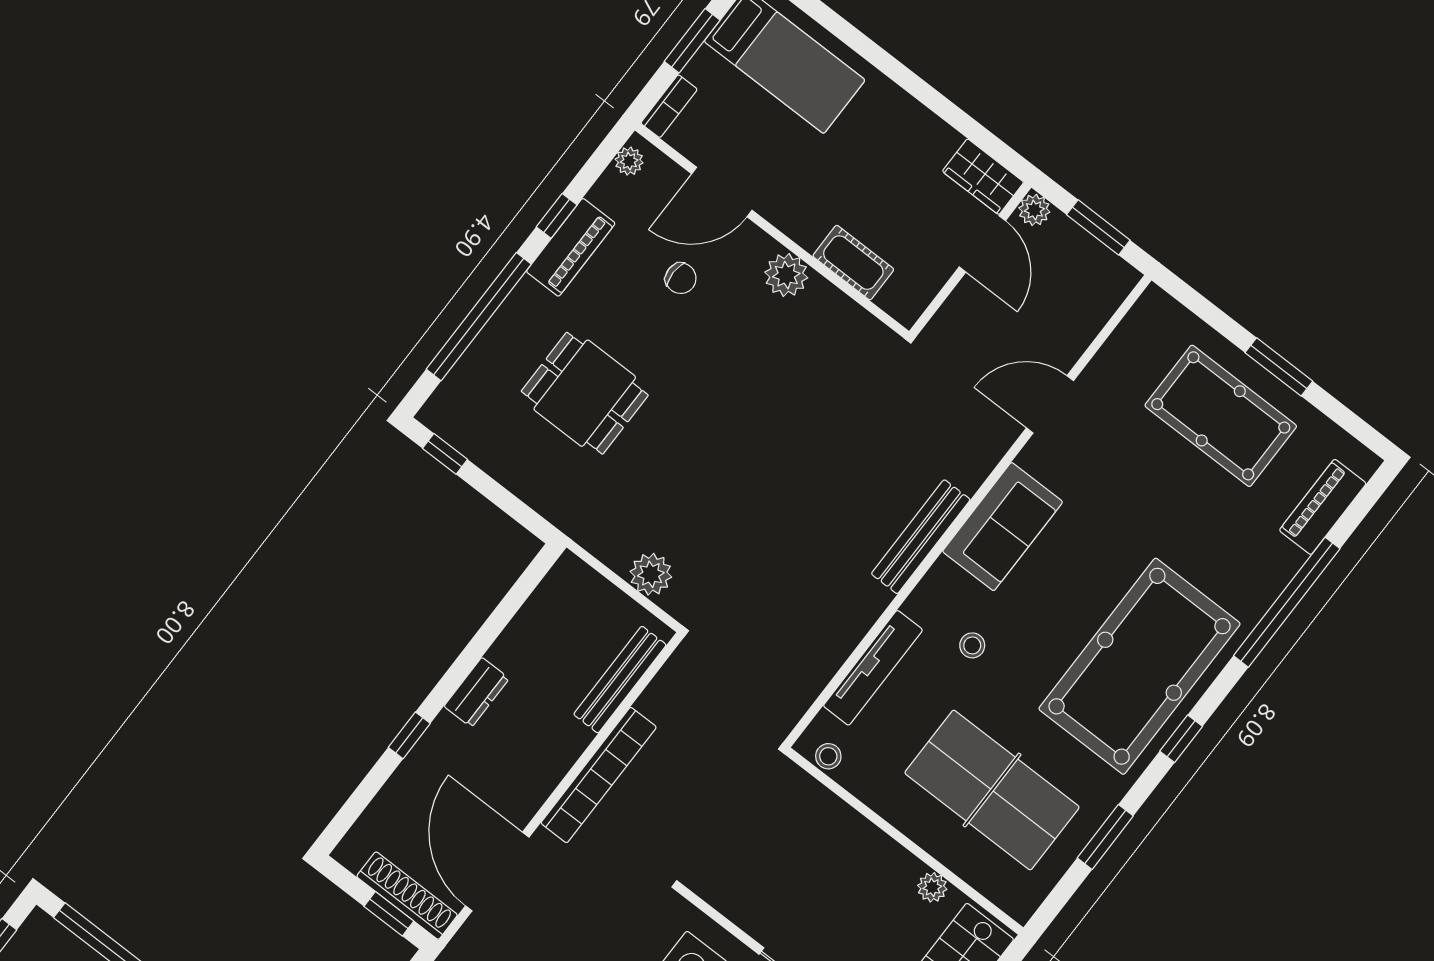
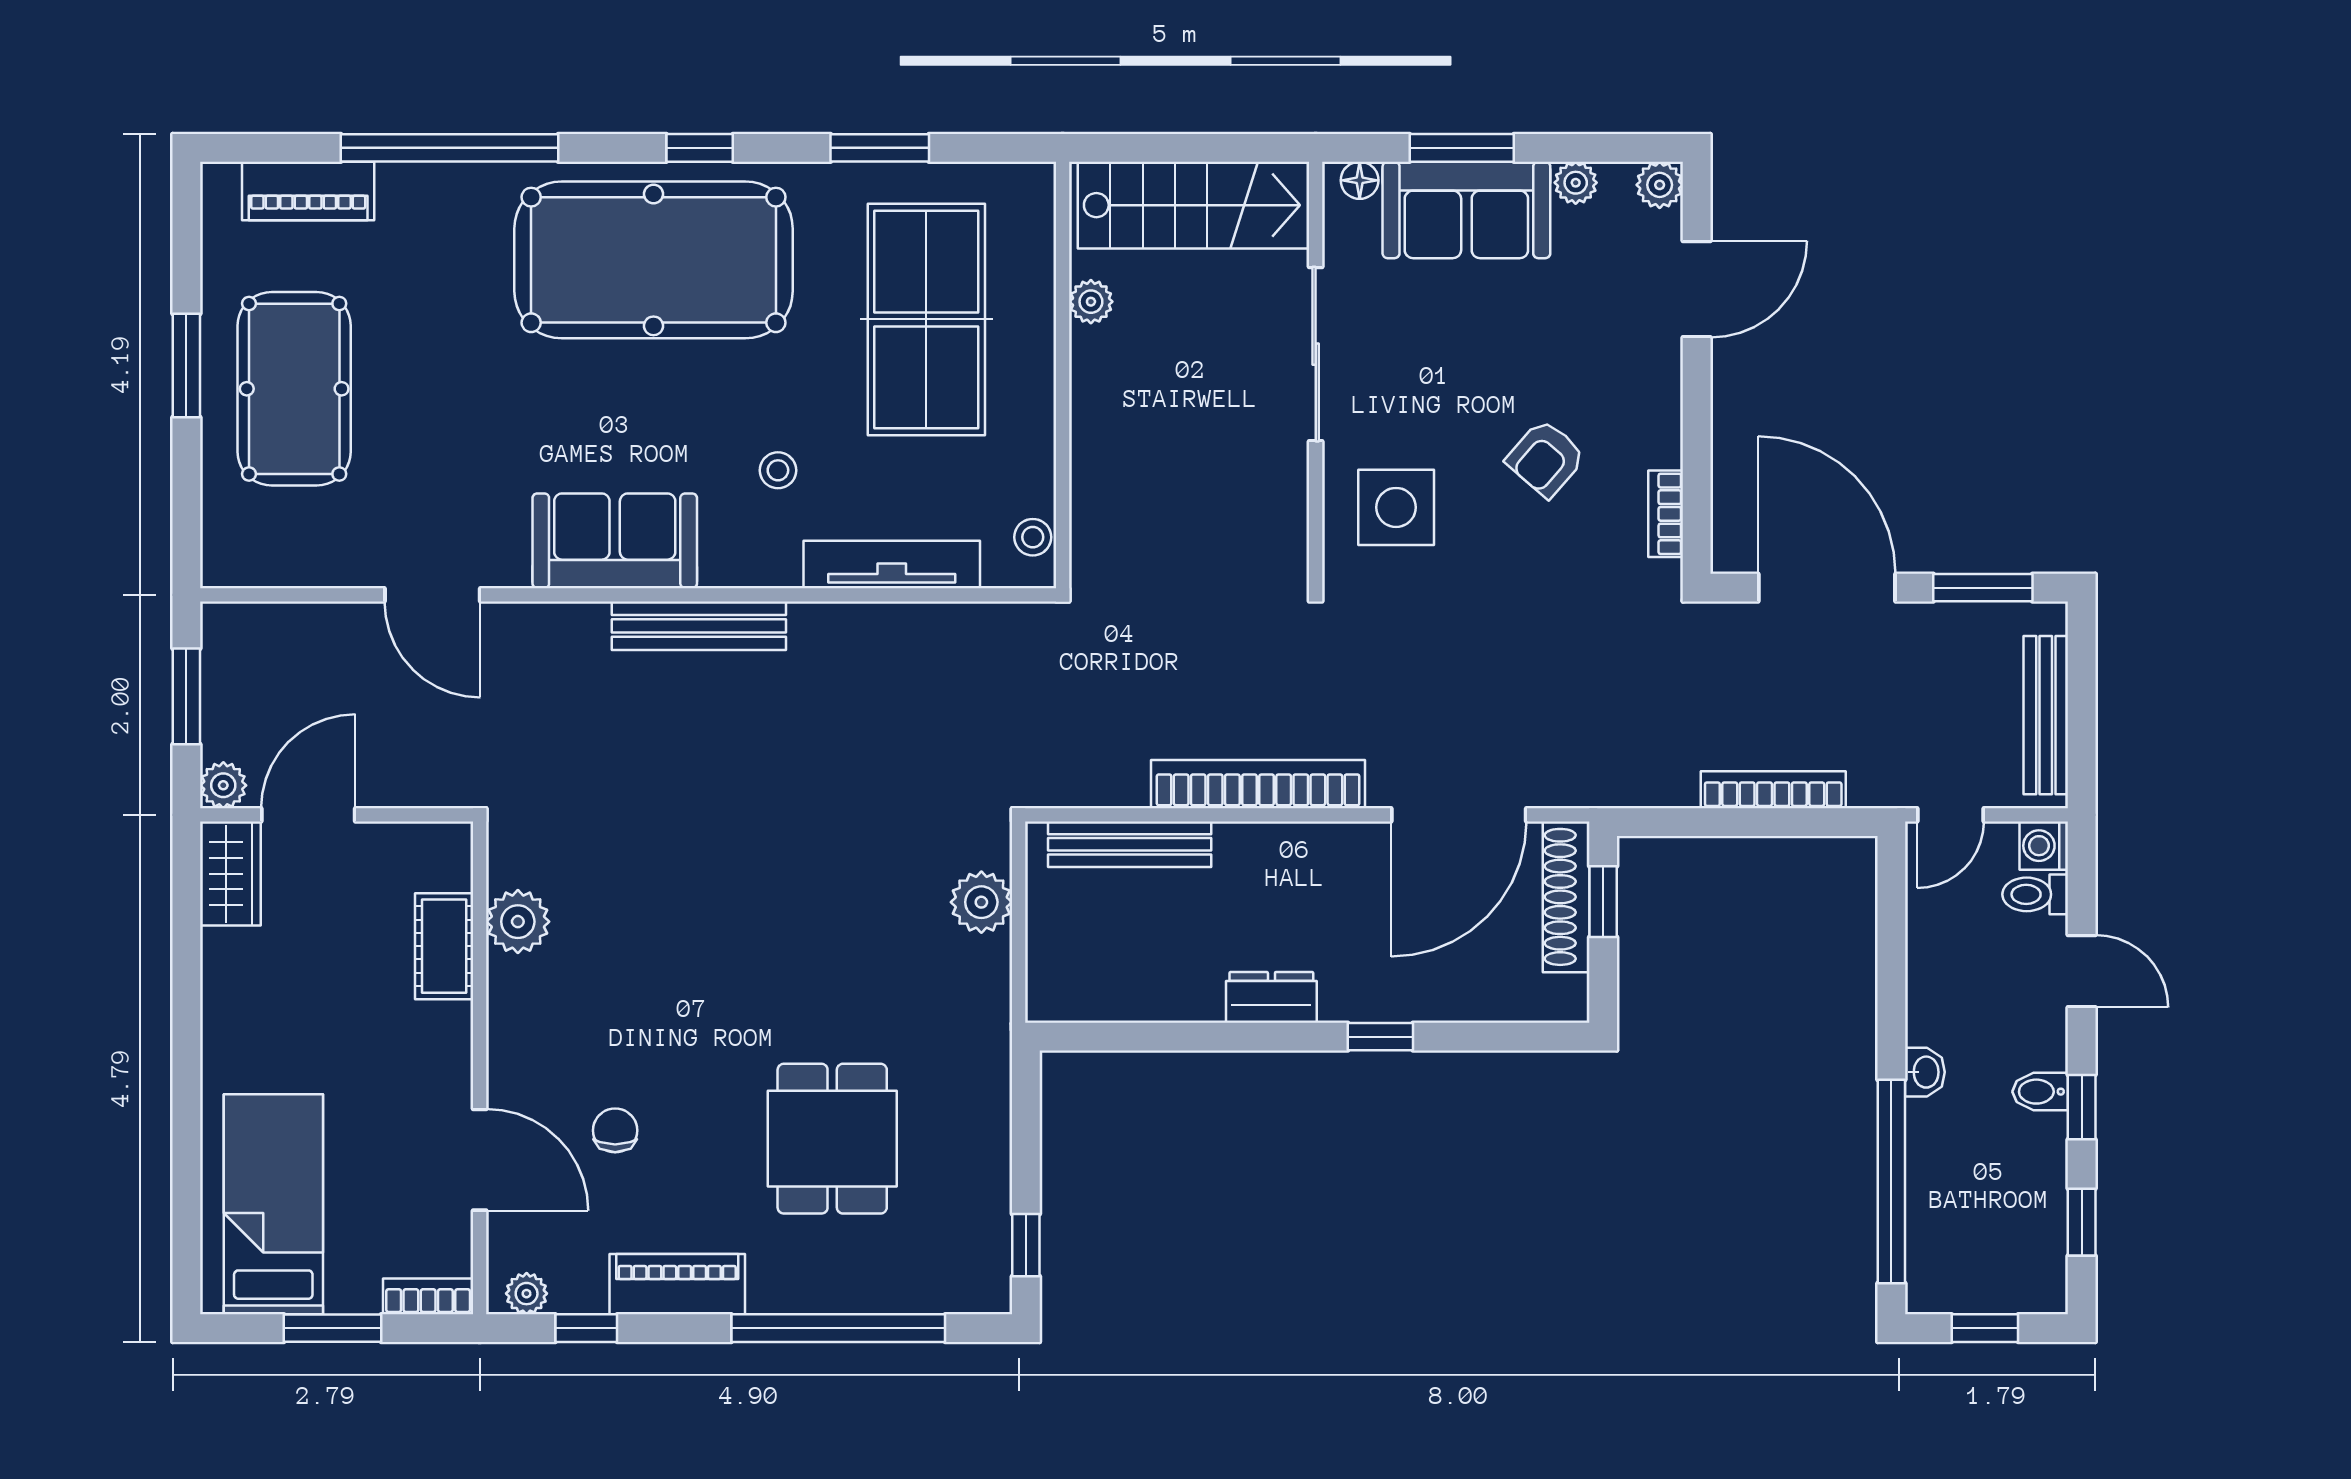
window: (557, 216) -> (586, 1328), moved
plant: (786, 275) -> (518, 922), moved

